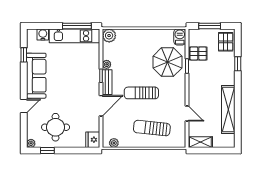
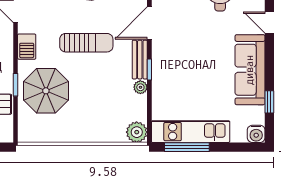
water cooler: (43, 34) -> (256, 134), moved
barbecue: (180, 37) -> (27, 47), moved
door: (24, 106) -> (269, 23), hinge flipped

